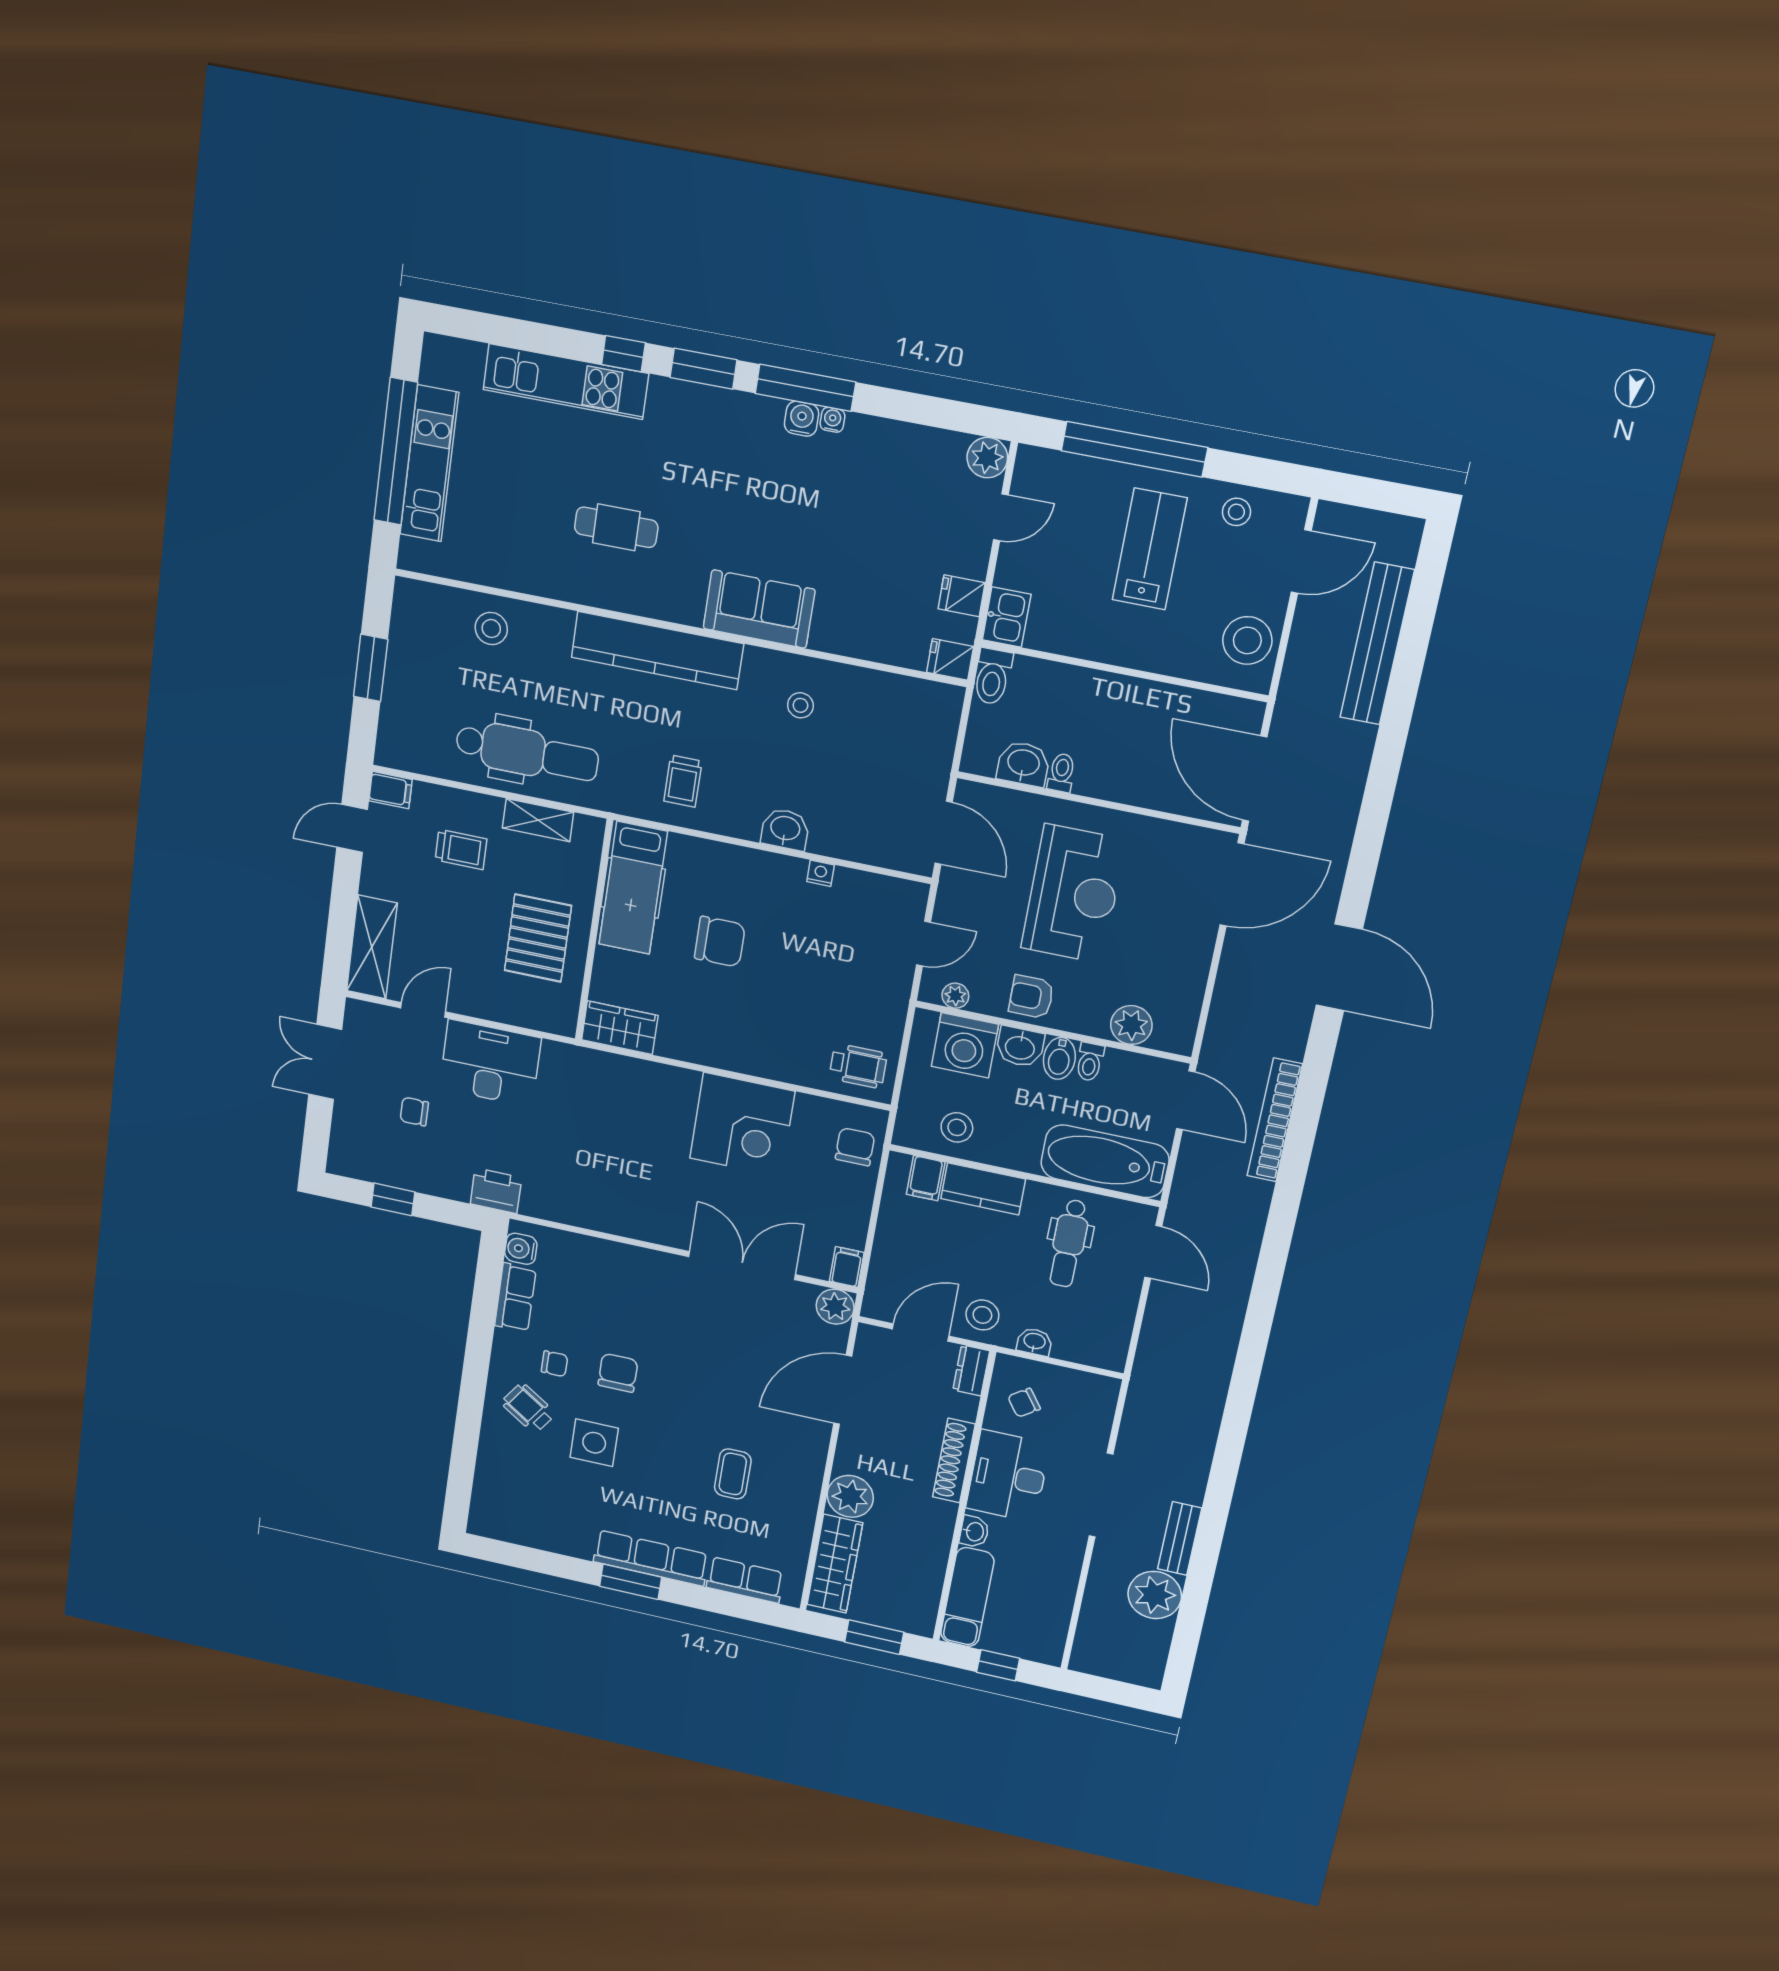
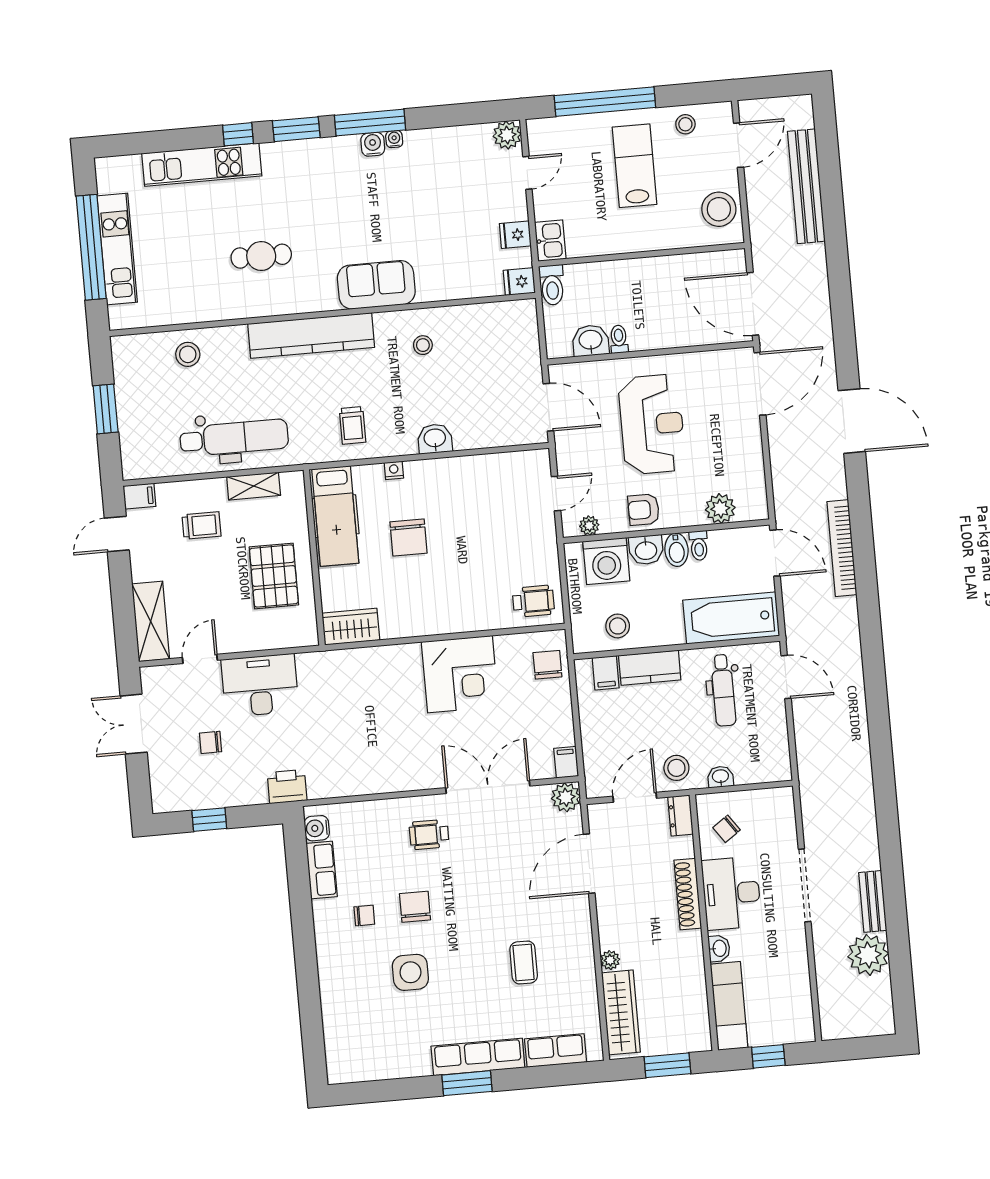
nightstand: (821, 873) -> (394, 470), moved
chair: (720, 942) -> (409, 537), turned 90
wheelchair: (528, 1408) -> (429, 835), moved, turned -34
plant: (850, 1496) -> (610, 960), width x0.53, depth x0.53

